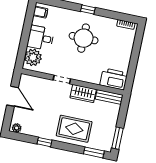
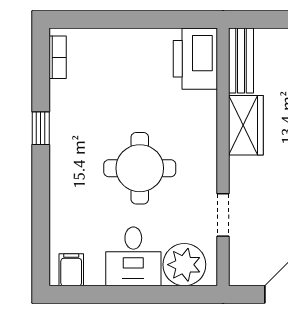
window: (88, 10) -> (41, 128), moved
round table: (84, 38) -> (140, 168), moved
doorway: (62, 79) -> (223, 215), moved

